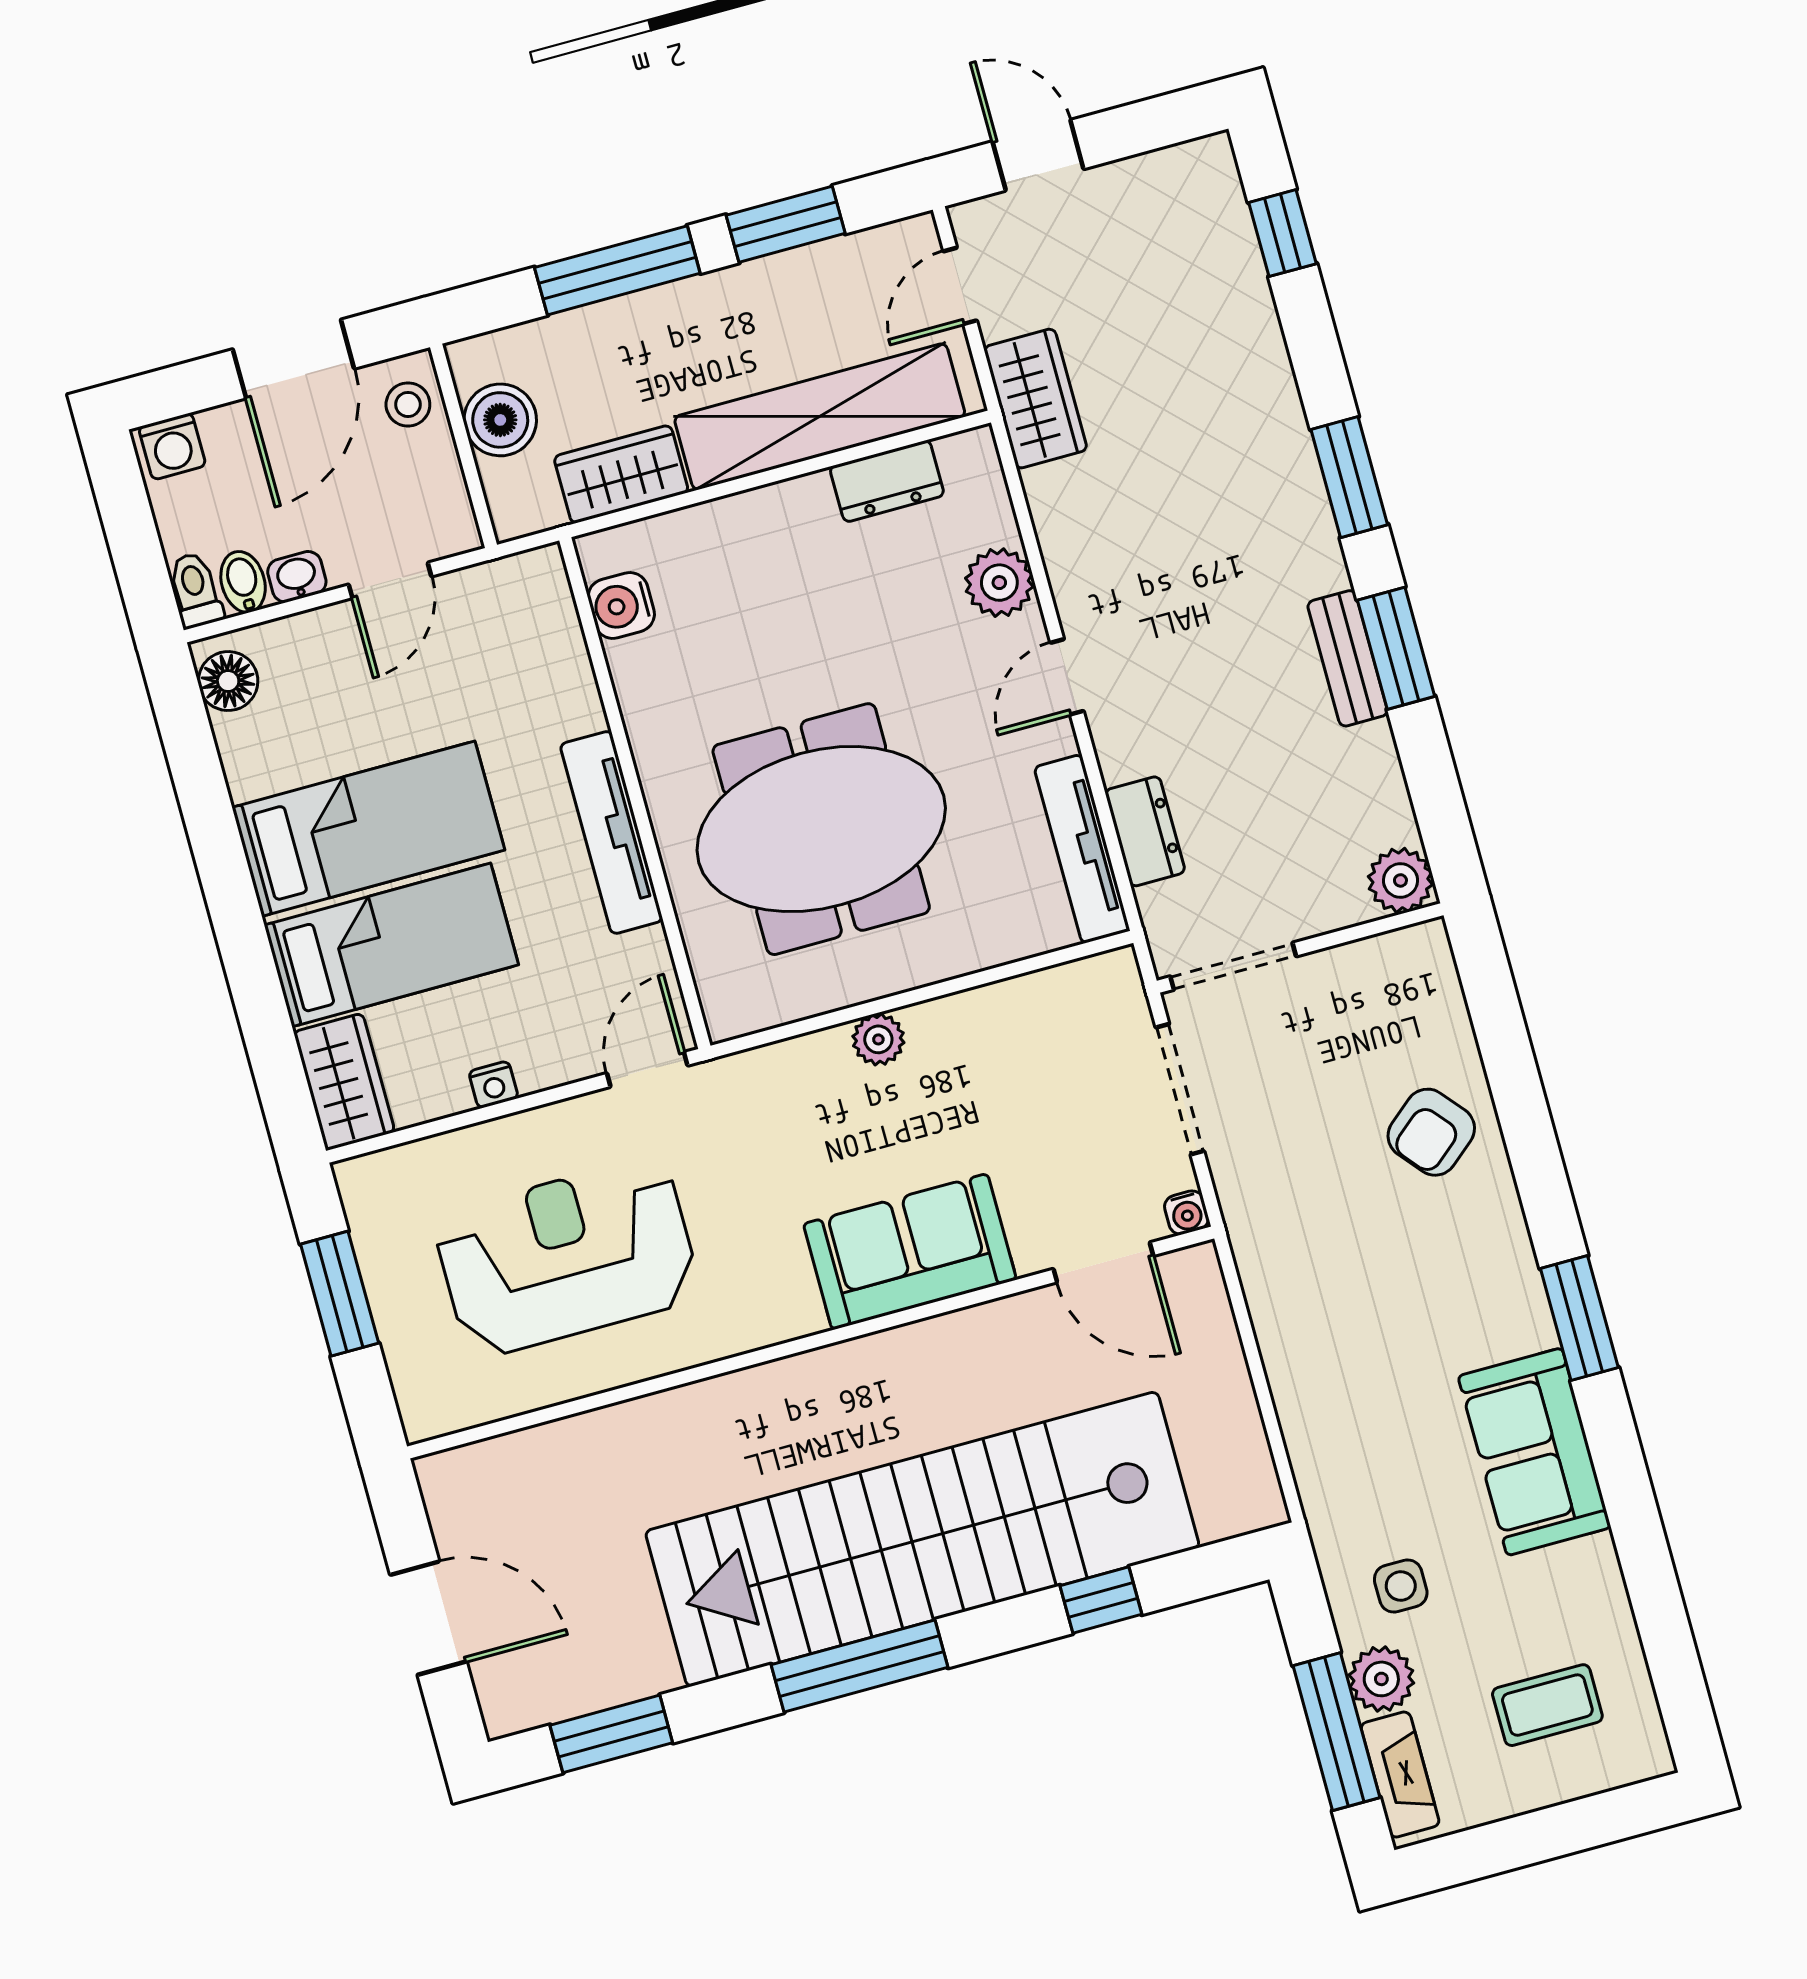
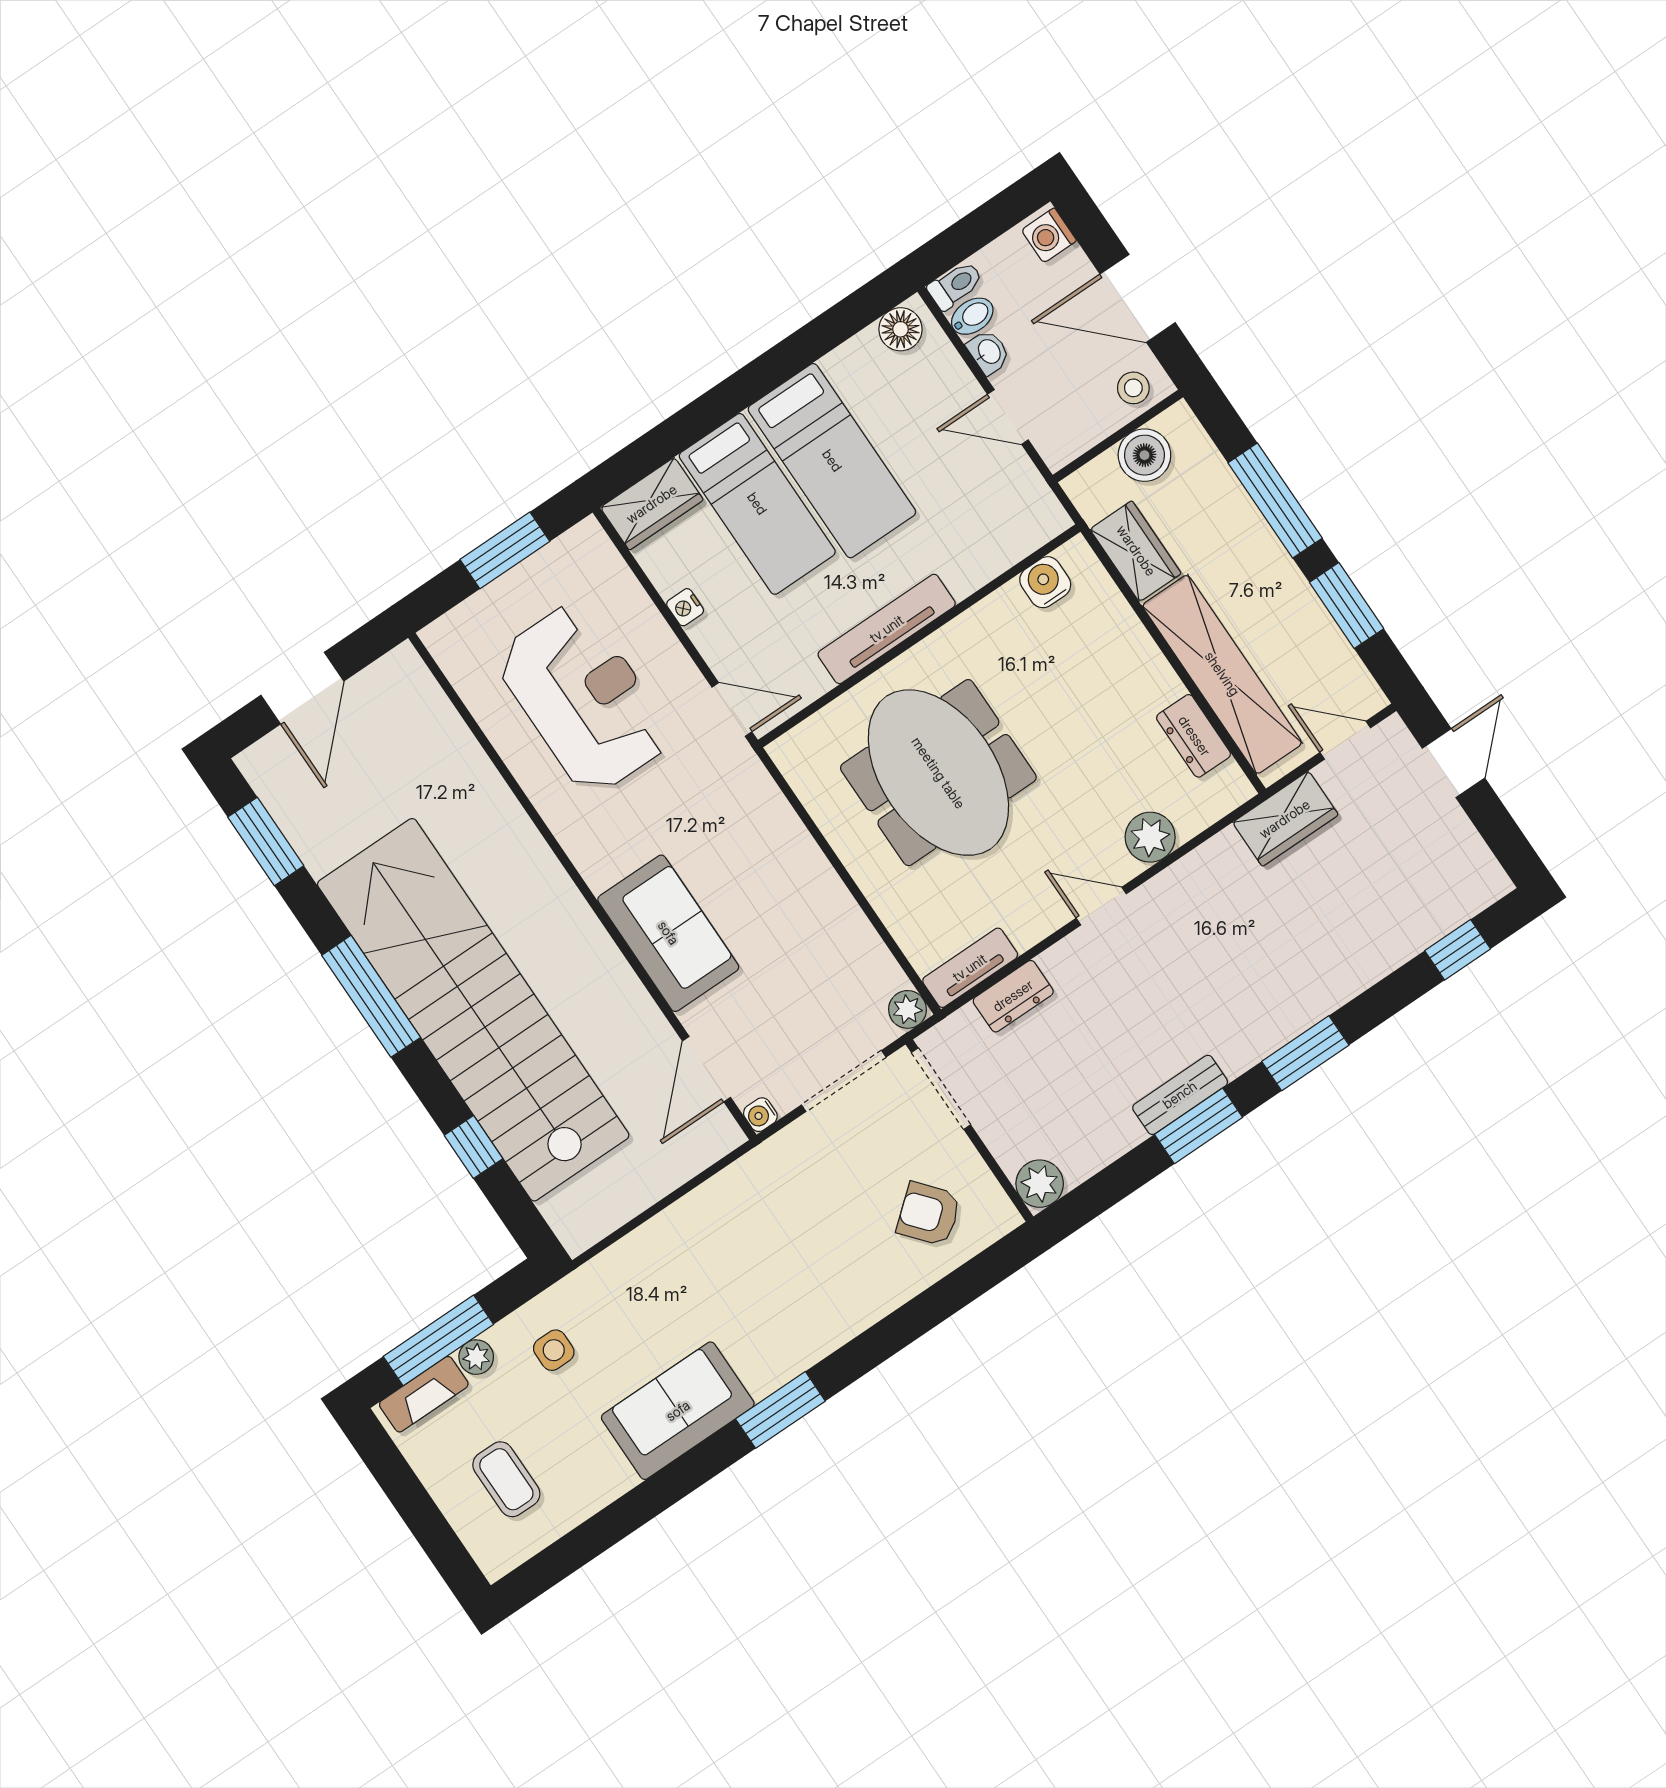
tv unit: (1082, 849) -> (970, 968), width x0.71
plant: (878, 1039) -> (908, 1009), moved
armchair: (1431, 1132) -> (929, 1214), moved
plant: (1381, 1679) -> (476, 1357), width x0.73, depth x0.73

